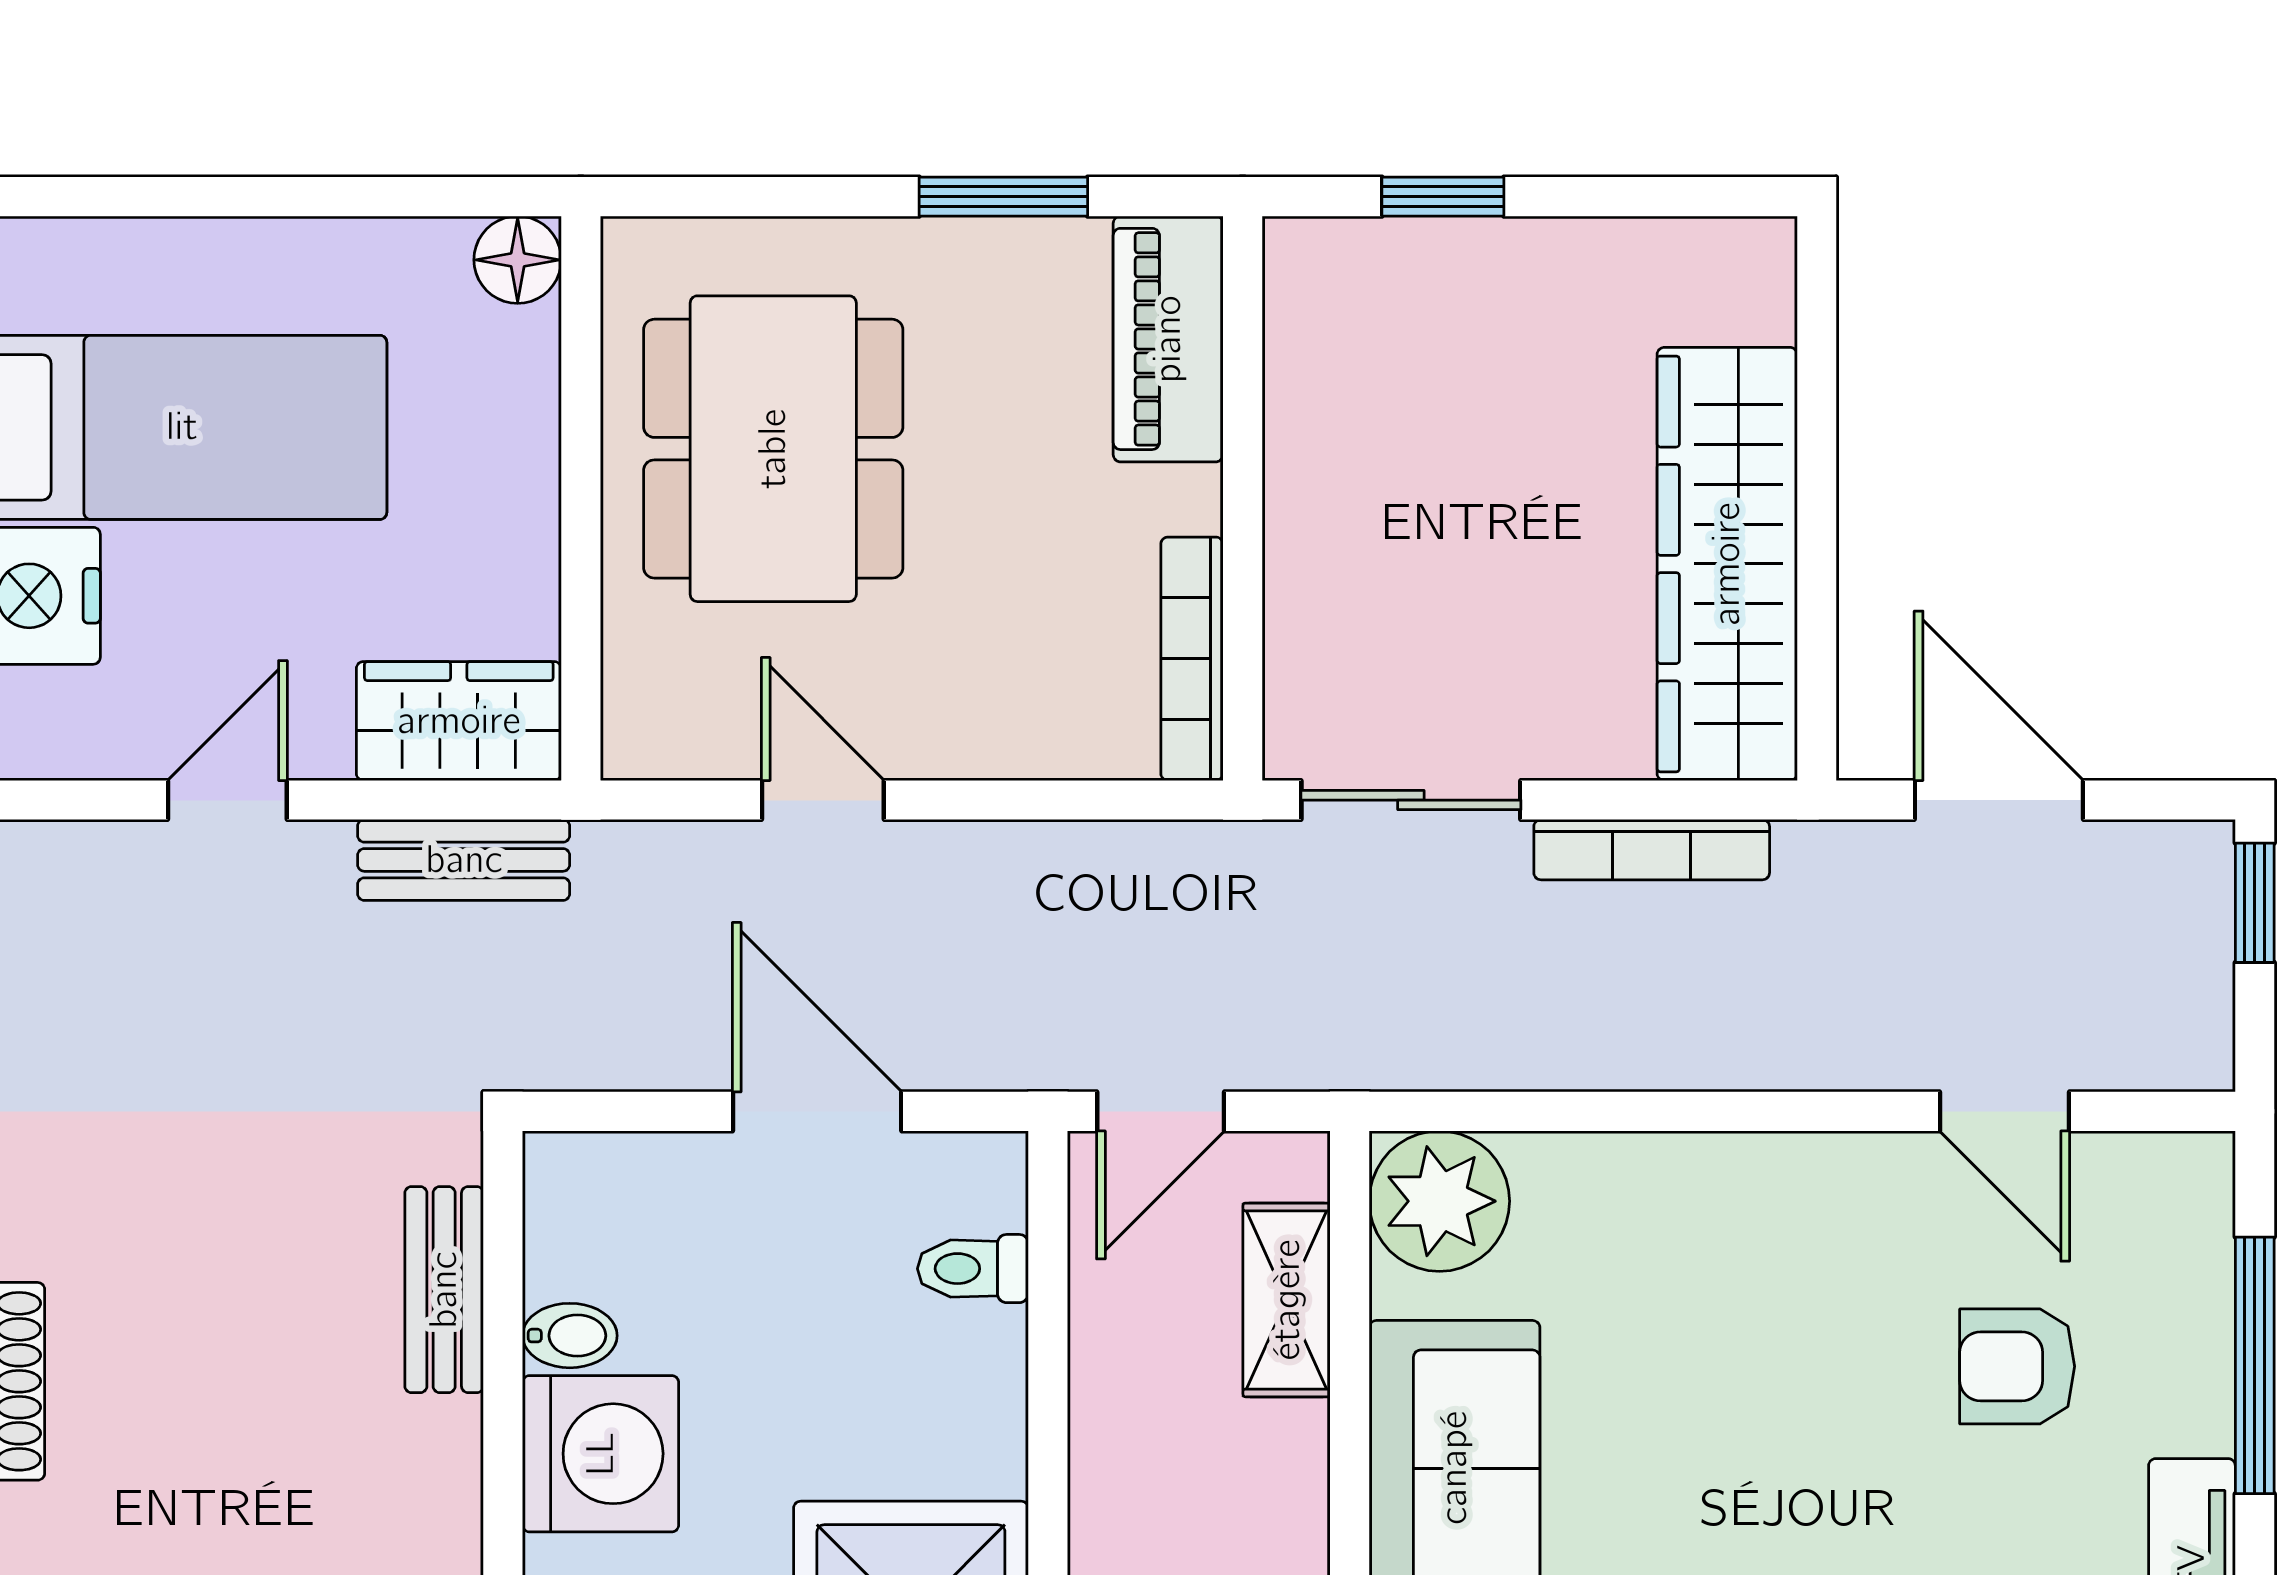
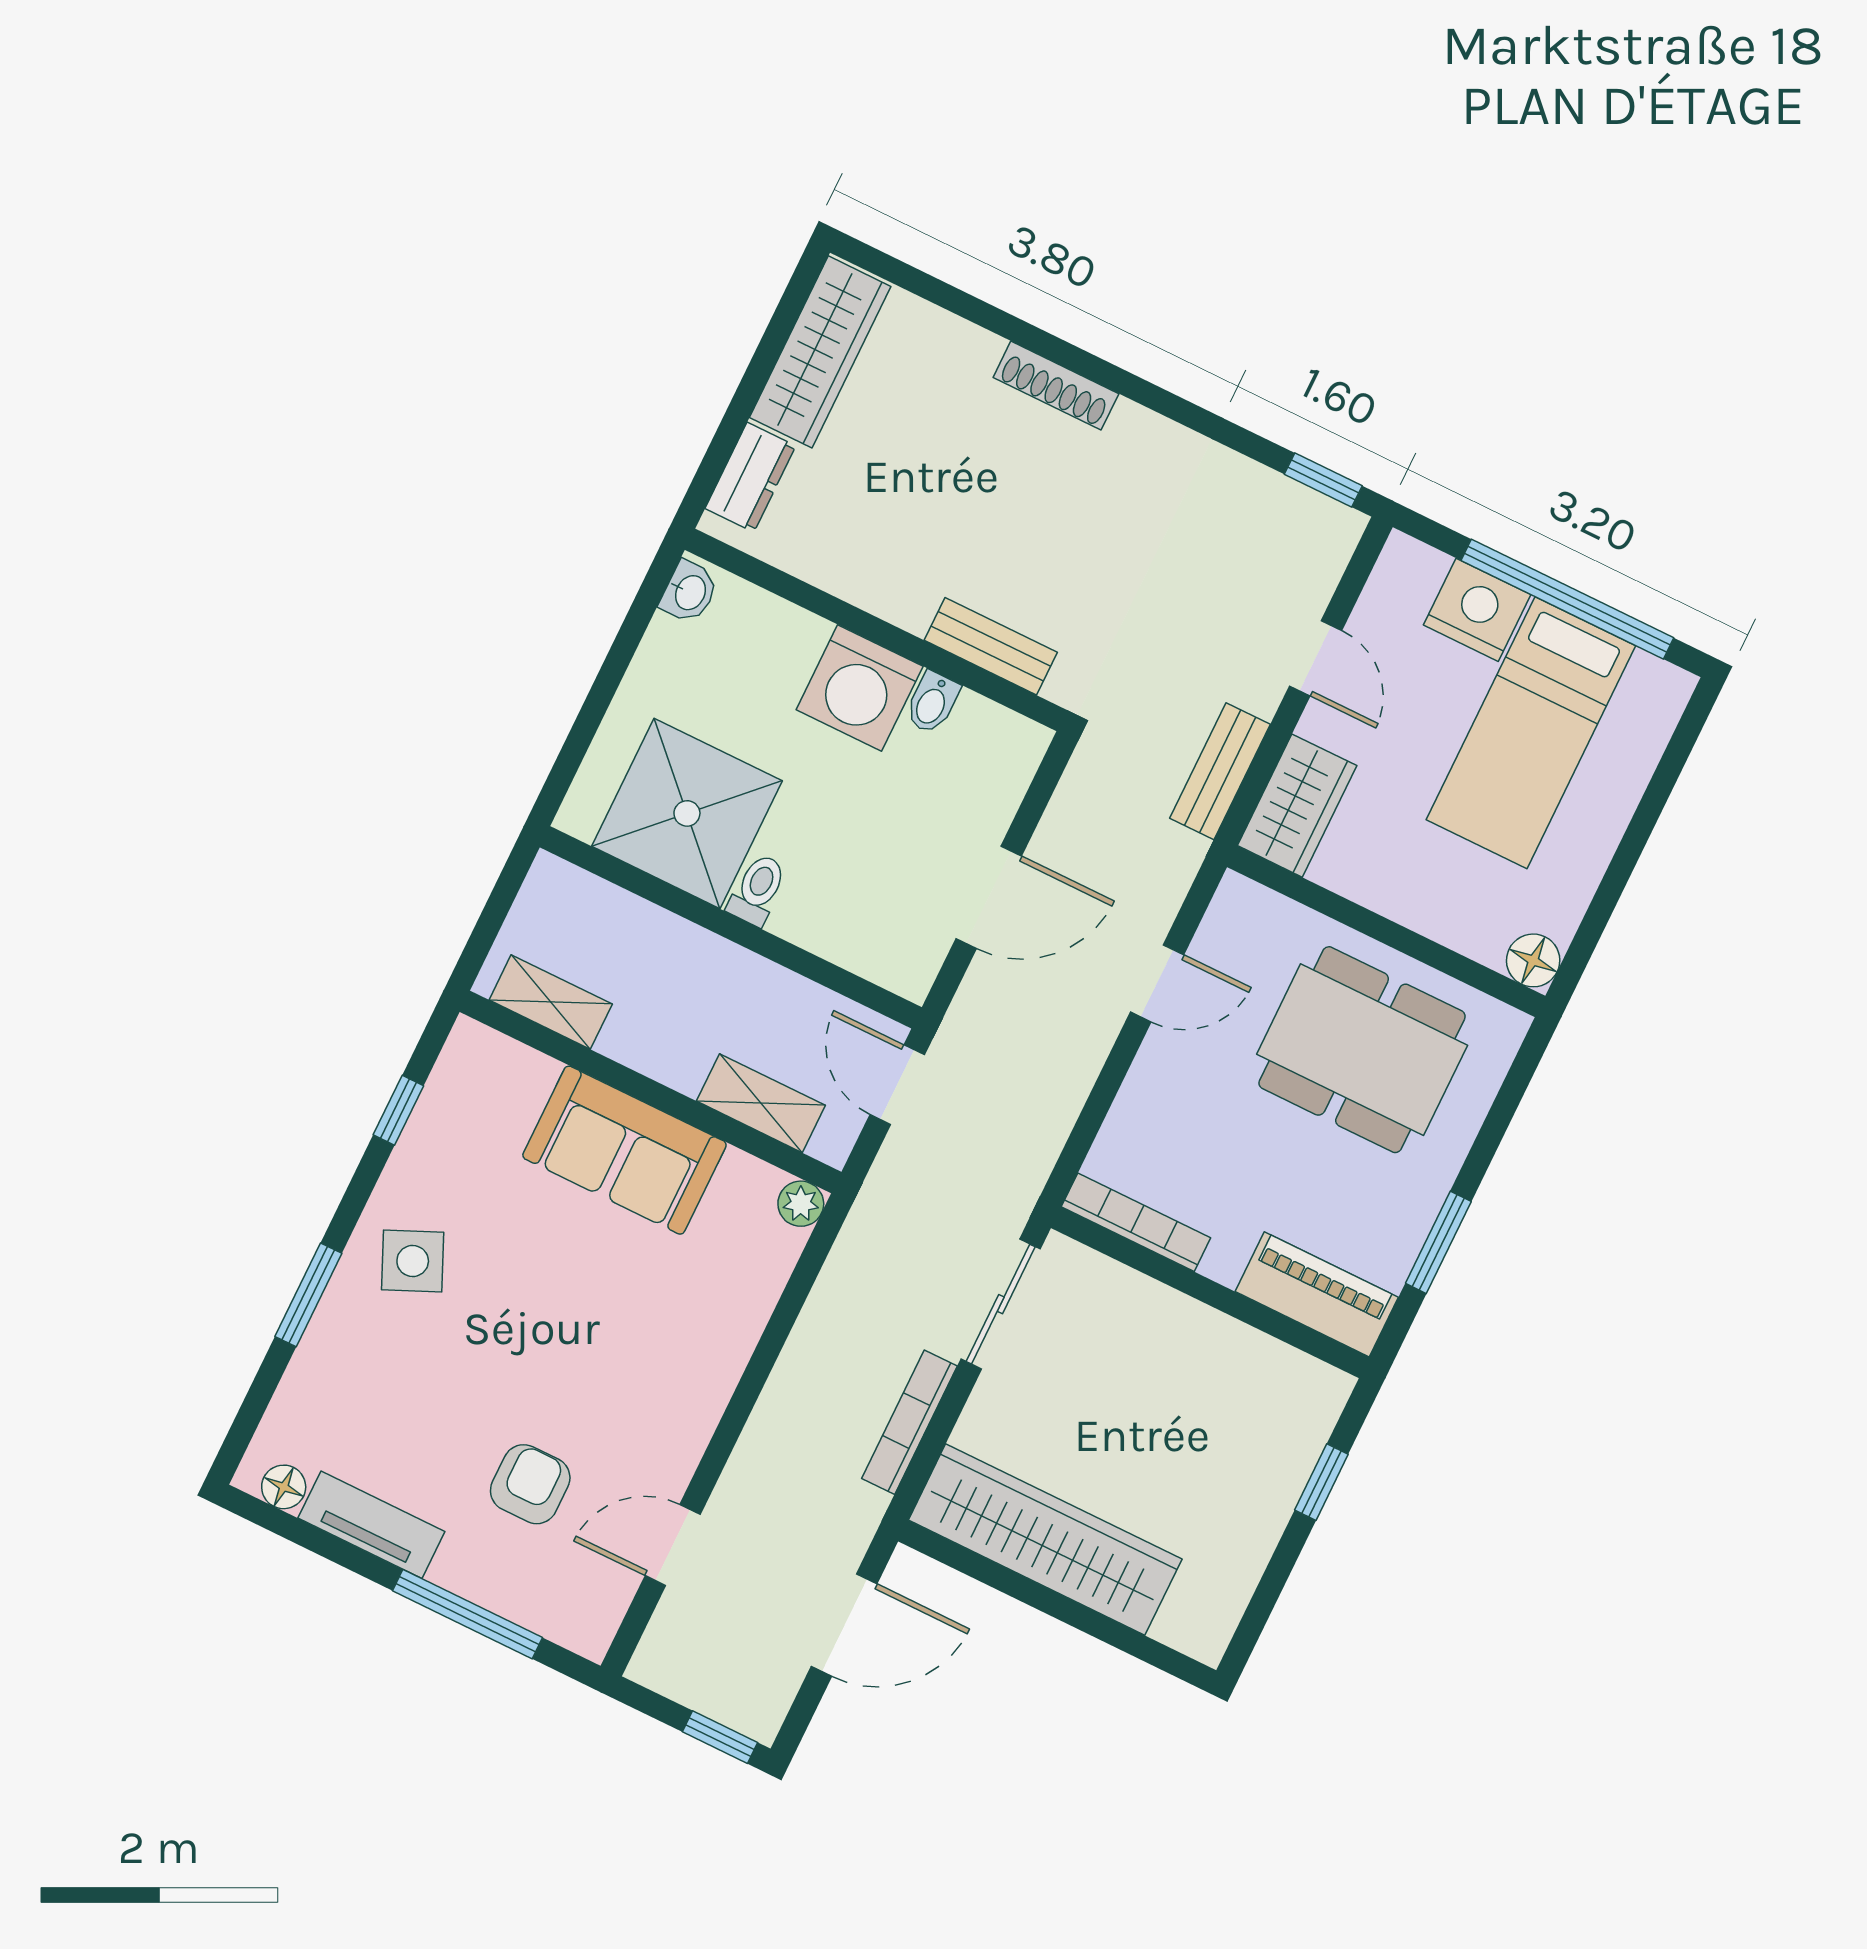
plant: (1439, 1201) -> (801, 1204), width x0.53, depth x0.53
toilet: (973, 1269) -> (757, 890), moved

